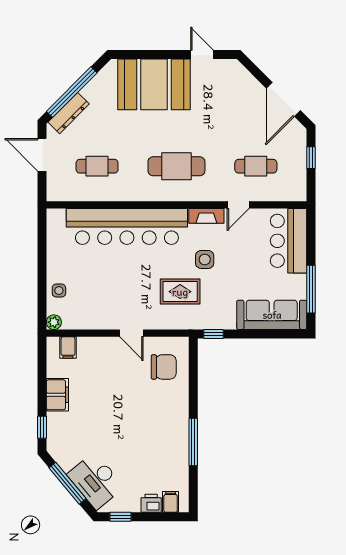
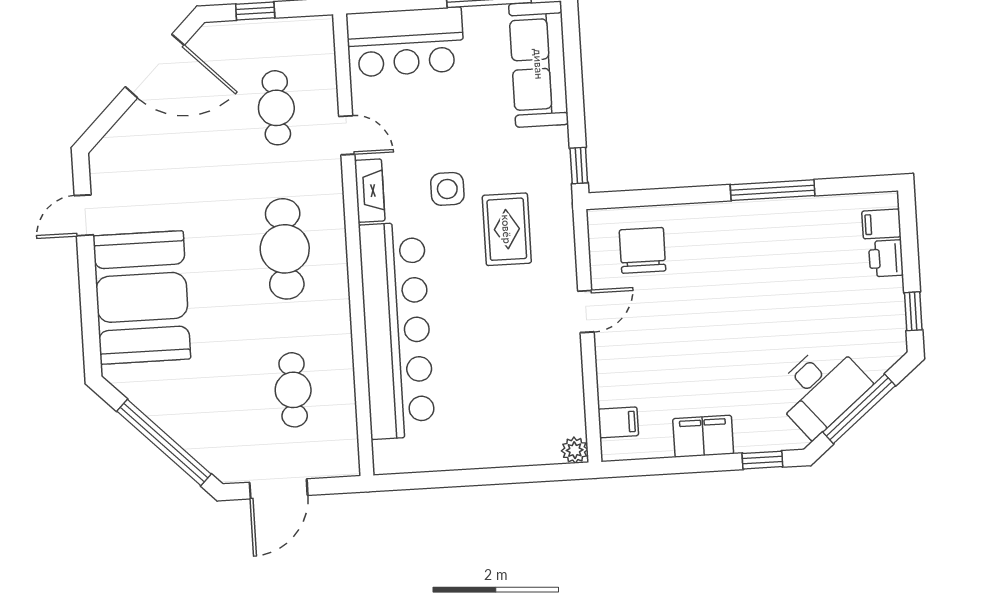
dresser: (69, 113) -> (202, 446), removed
side table: (59, 291) -> (518, 445), removed
desk: (96, 481) -> (821, 389), moved

